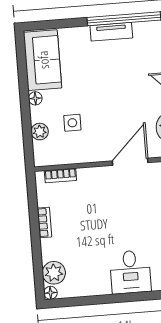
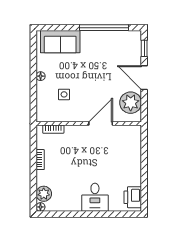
tv unit: (111, 32) -> (95, 36), removed
sofa: (43, 60) -> (60, 42), moved, turned 90
plant: (40, 132) -> (42, 99), removed

